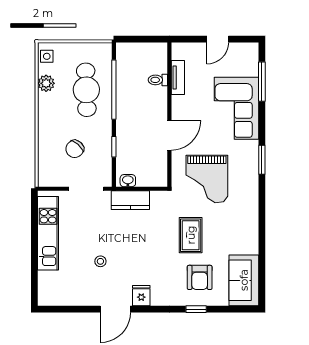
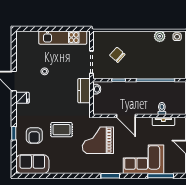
cafe table: (86, 90) -> (155, 62), removed
armchair: (200, 277) -> (34, 135), turned -90

